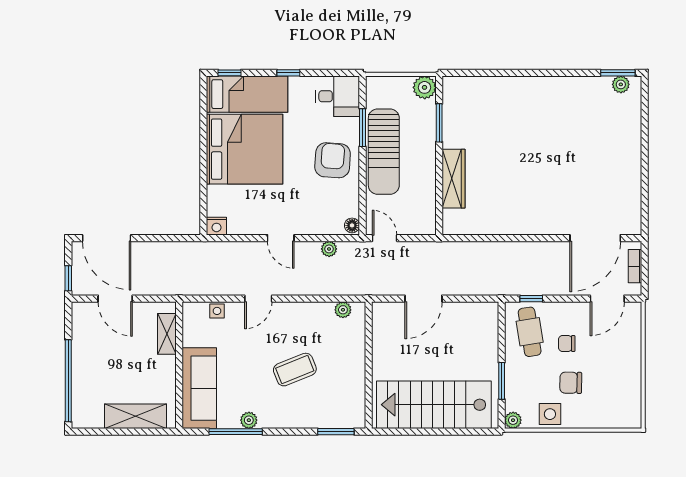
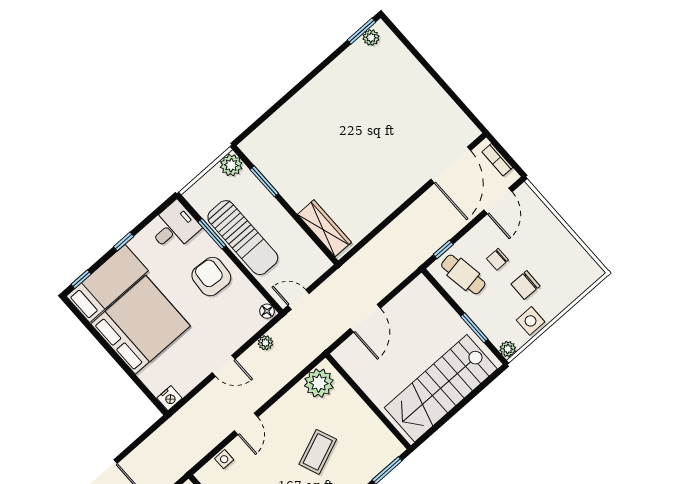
wardrobe: (454, 179) -> (324, 228), moved
plant: (343, 310) -> (319, 383), width x1.87, depth x1.87

